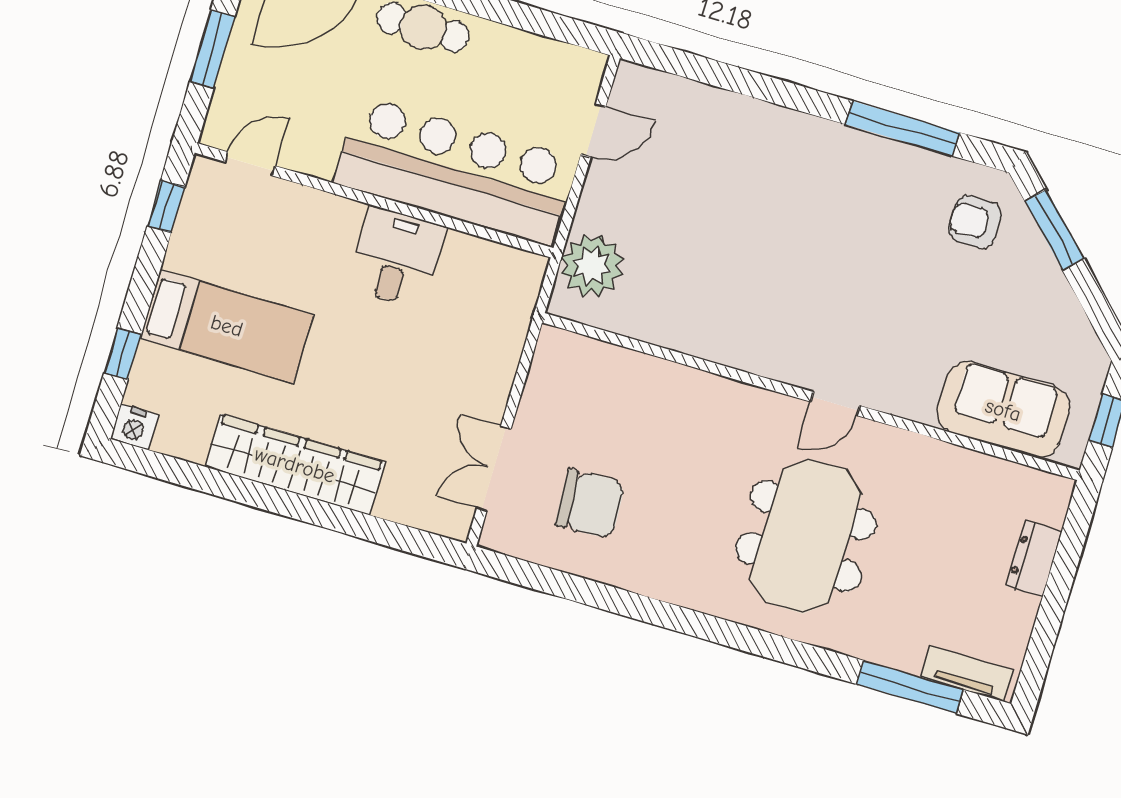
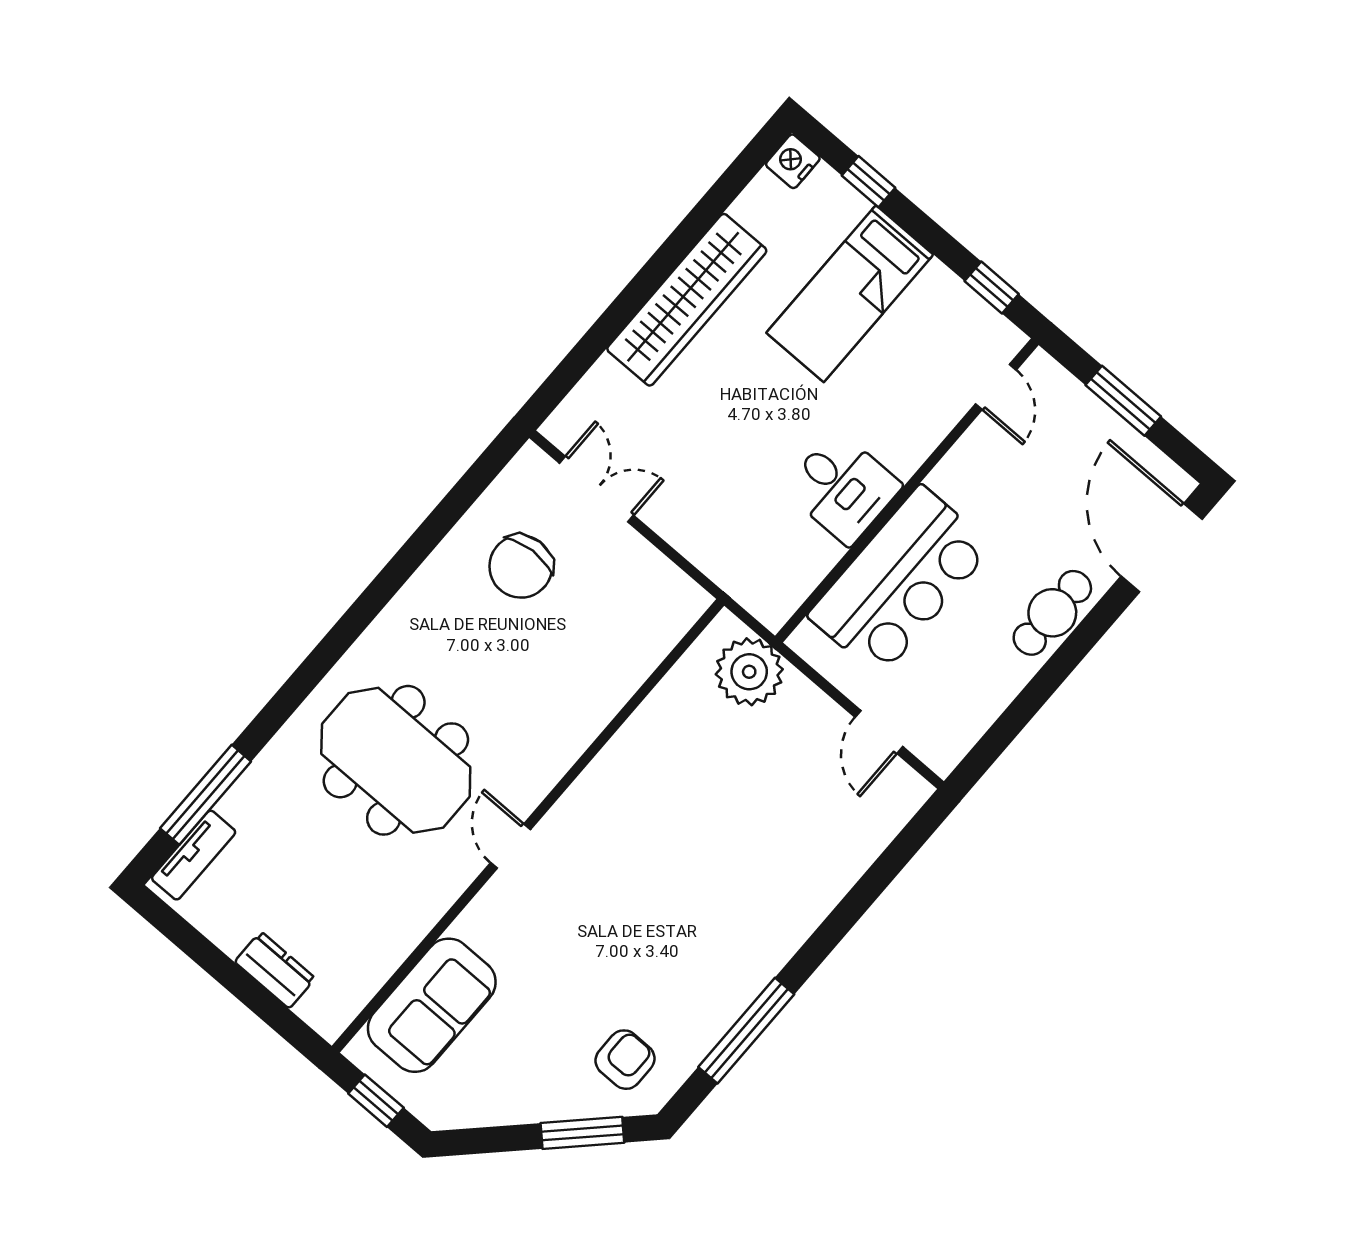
bar counter: (455, 171) -> (900, 581), width x0.73

